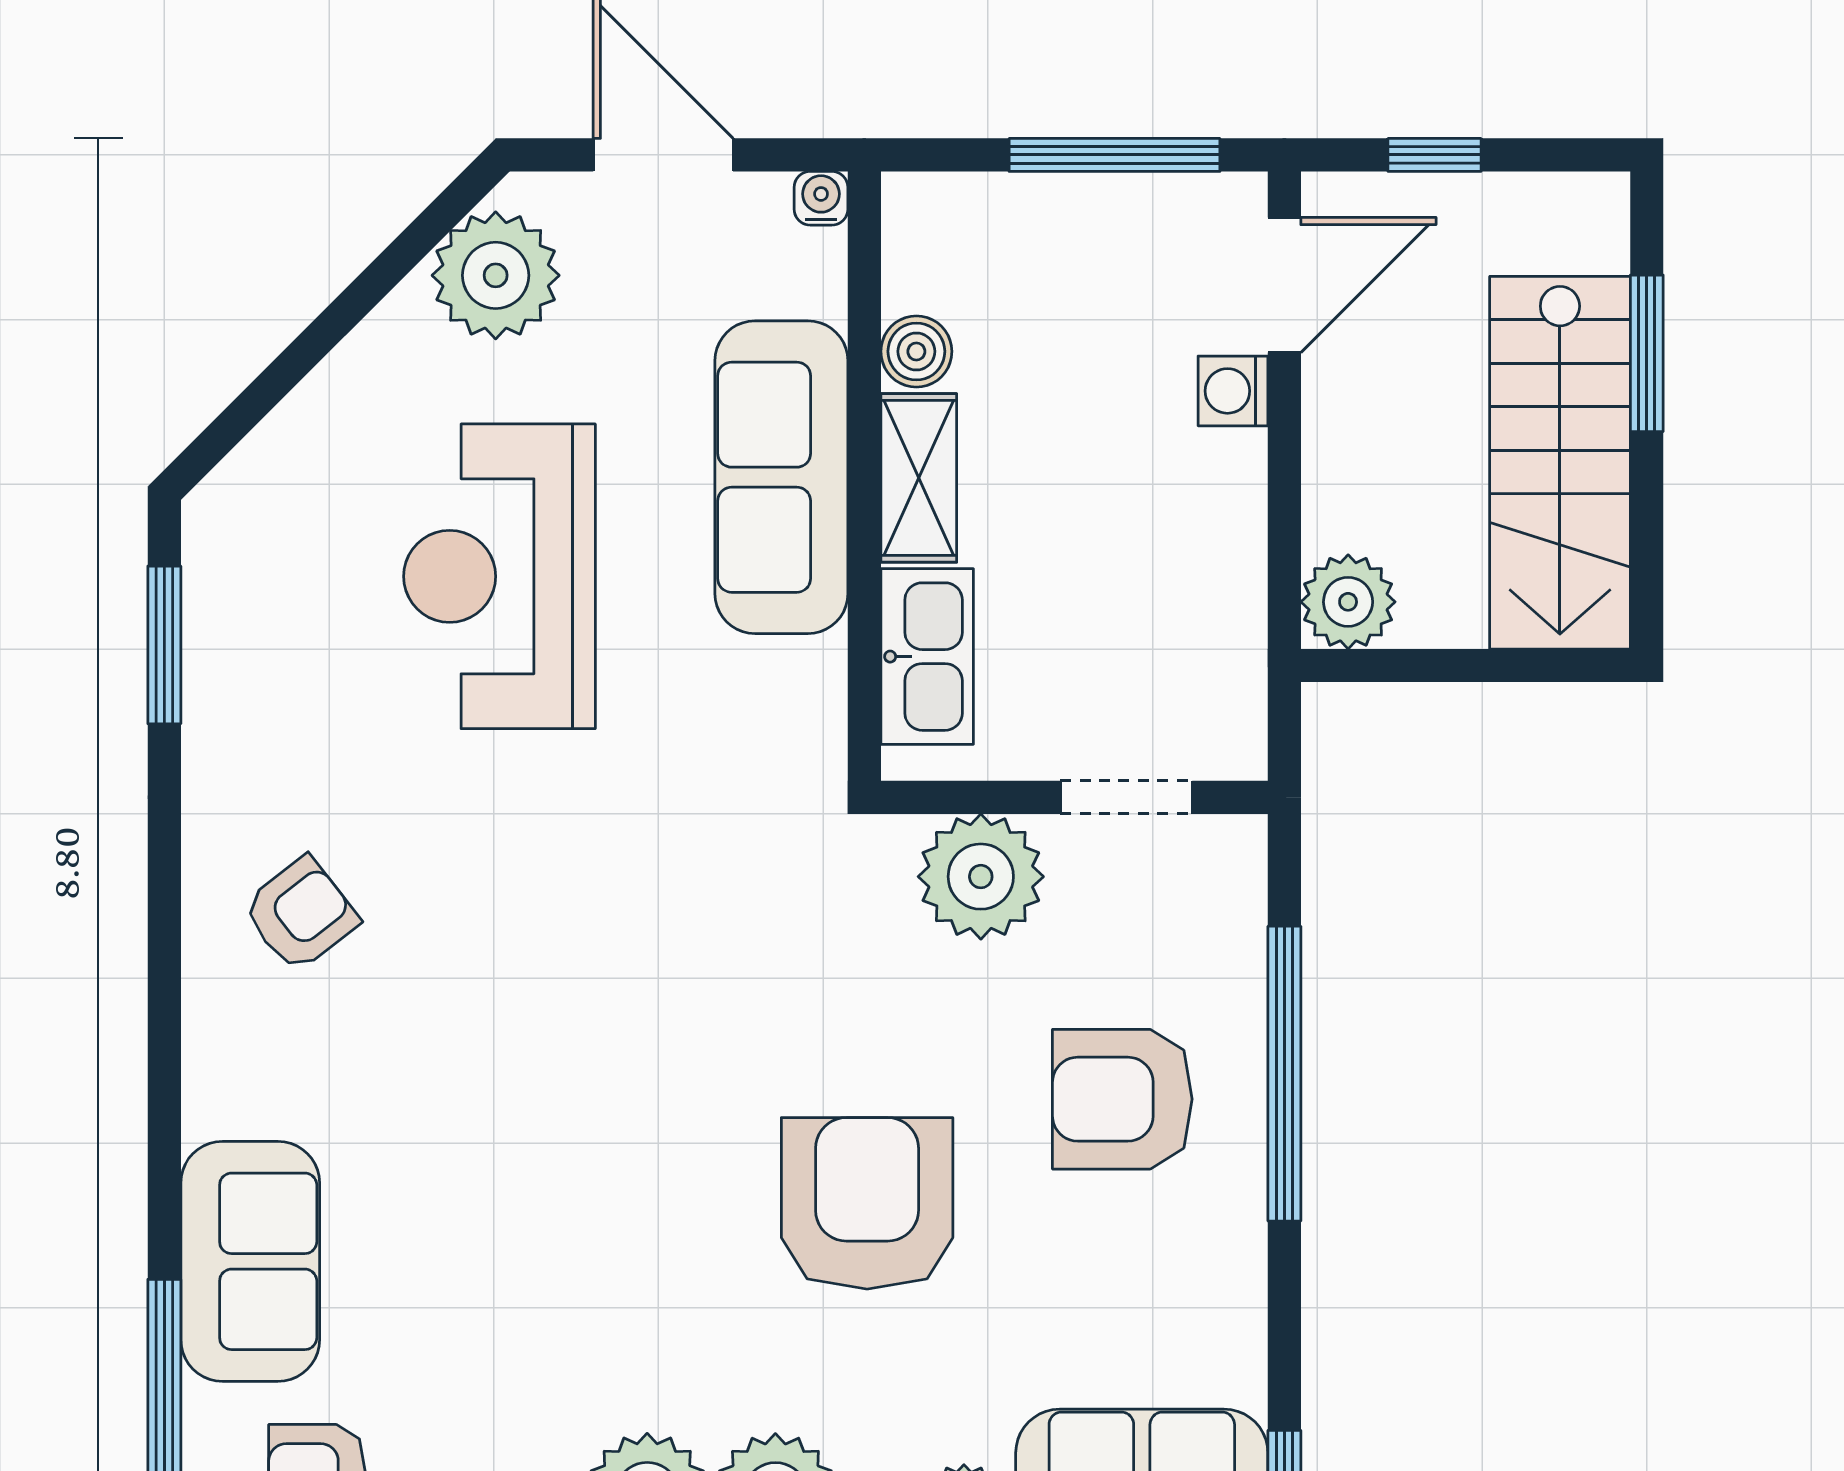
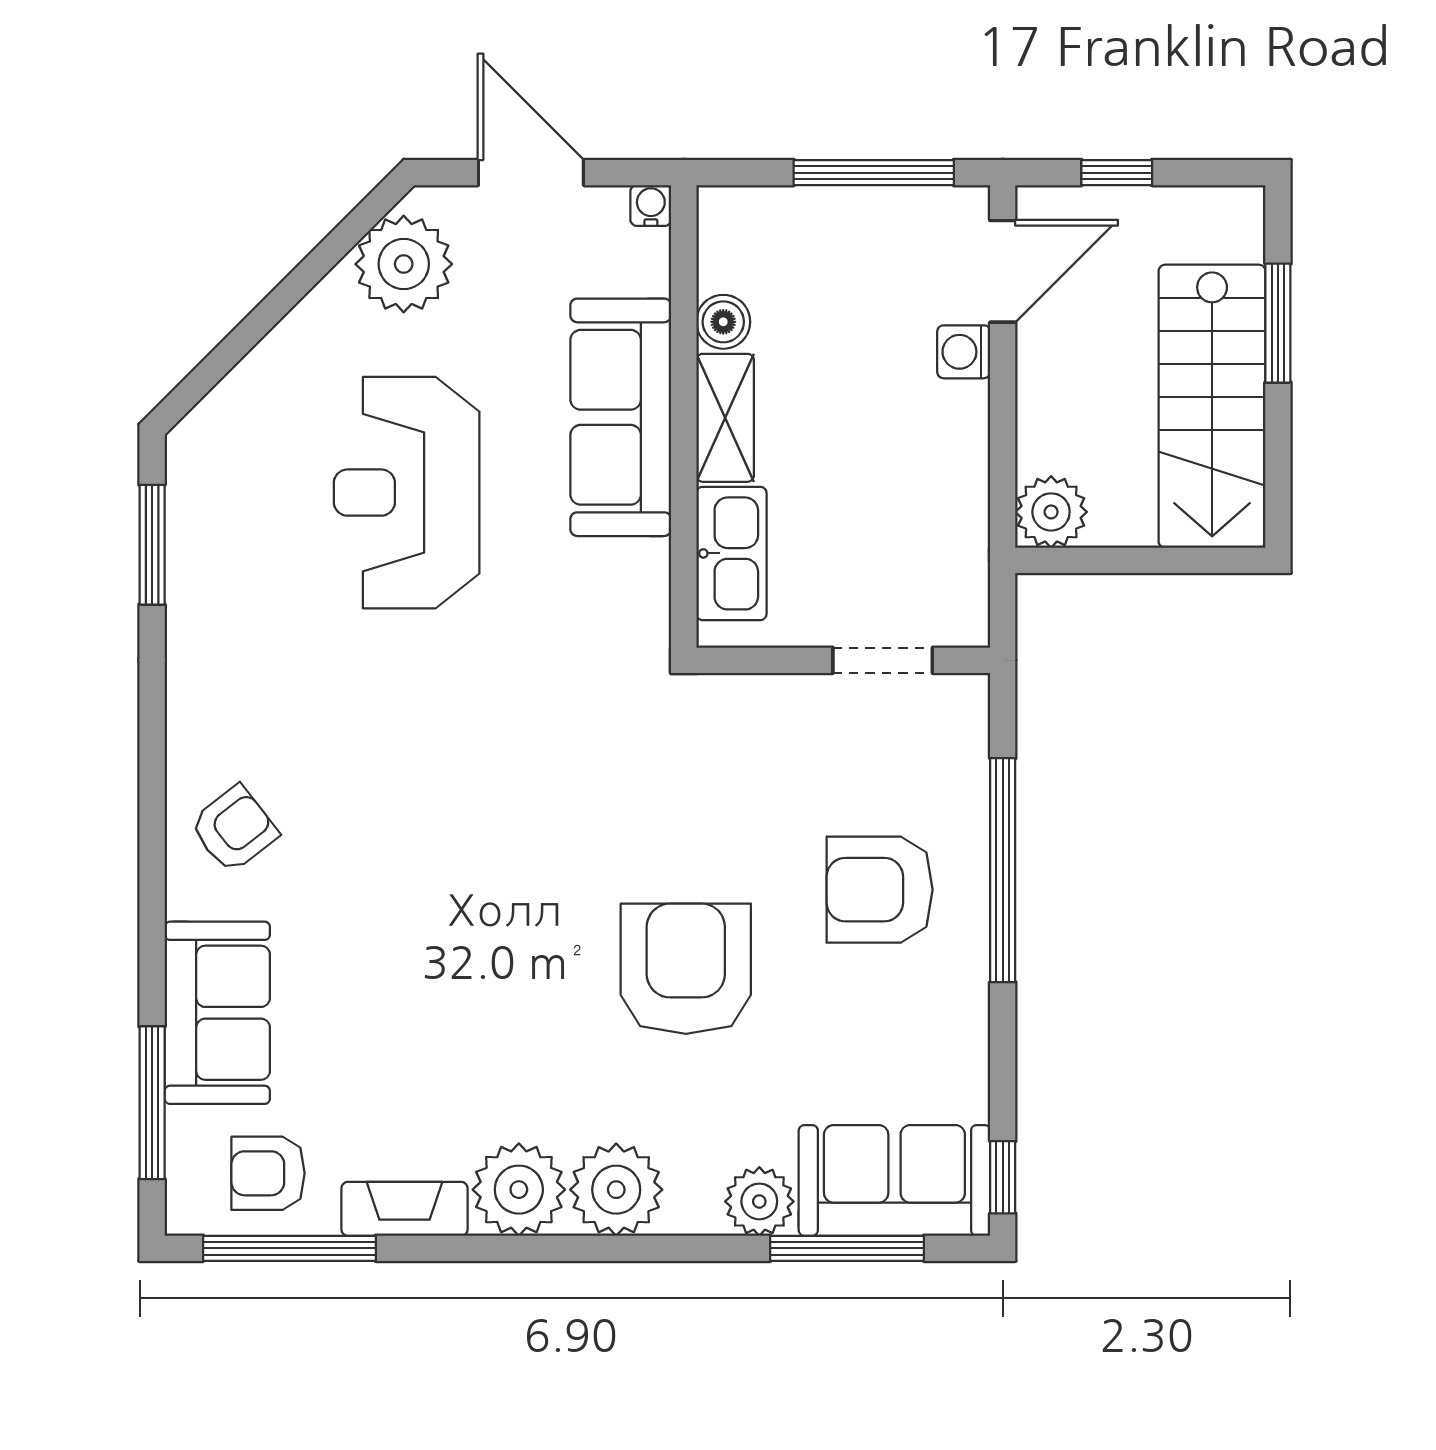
plant: (981, 877) -> (772, 721), removed
armchair: (301, 914) -> (234, 829), moved

